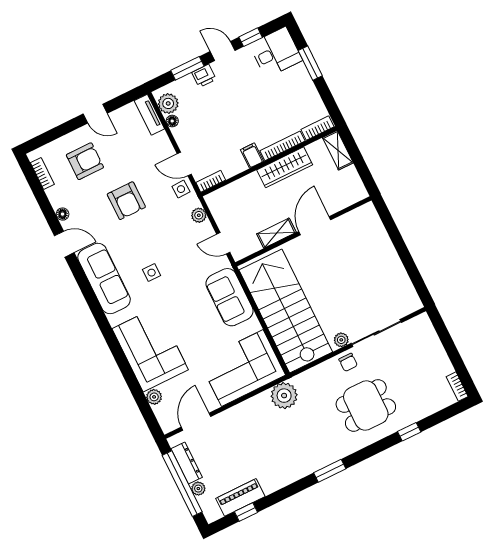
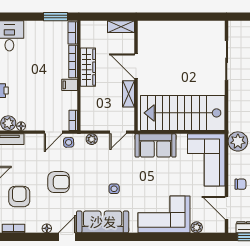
window: (310, 63) -> (55, 17), moved
shelving: (338, 150) -> (121, 27), moved
plant: (341, 340) -> (220, 86), removed
chair: (348, 362) -> (240, 184), moved

